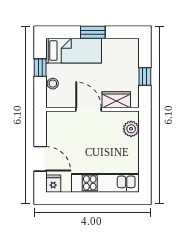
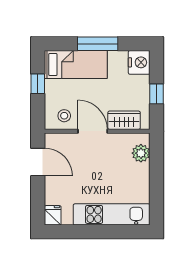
window: (93, 32) -> (98, 44), width x1.44
nightstand: (130, 49) -> (139, 62), added
stool: (53, 84) -> (64, 116), moved
door: (40, 159) -> (38, 162), moved

